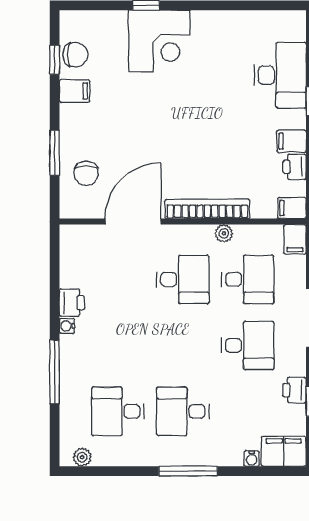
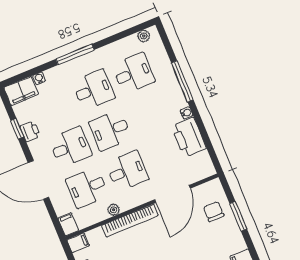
desk: (183, 279) -> (127, 171), turned 180
printer: (72, 303) -> (189, 137), width x1.87, depth x1.48
desk: (183, 345) -> (110, 130), added
desk: (248, 345) -> (70, 147), turned 180

